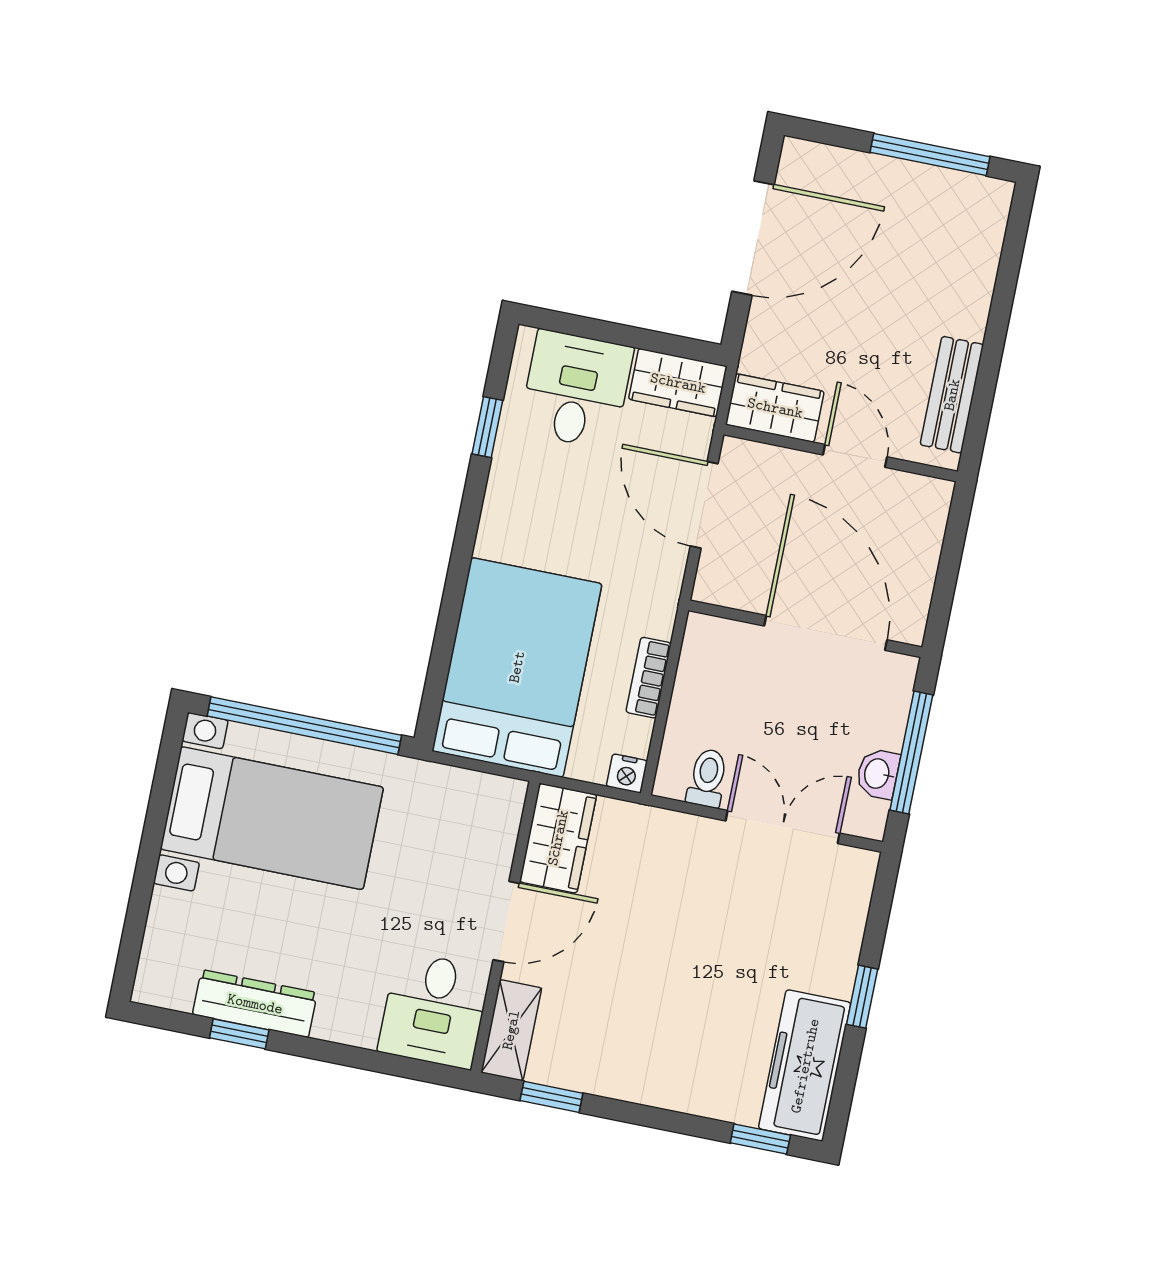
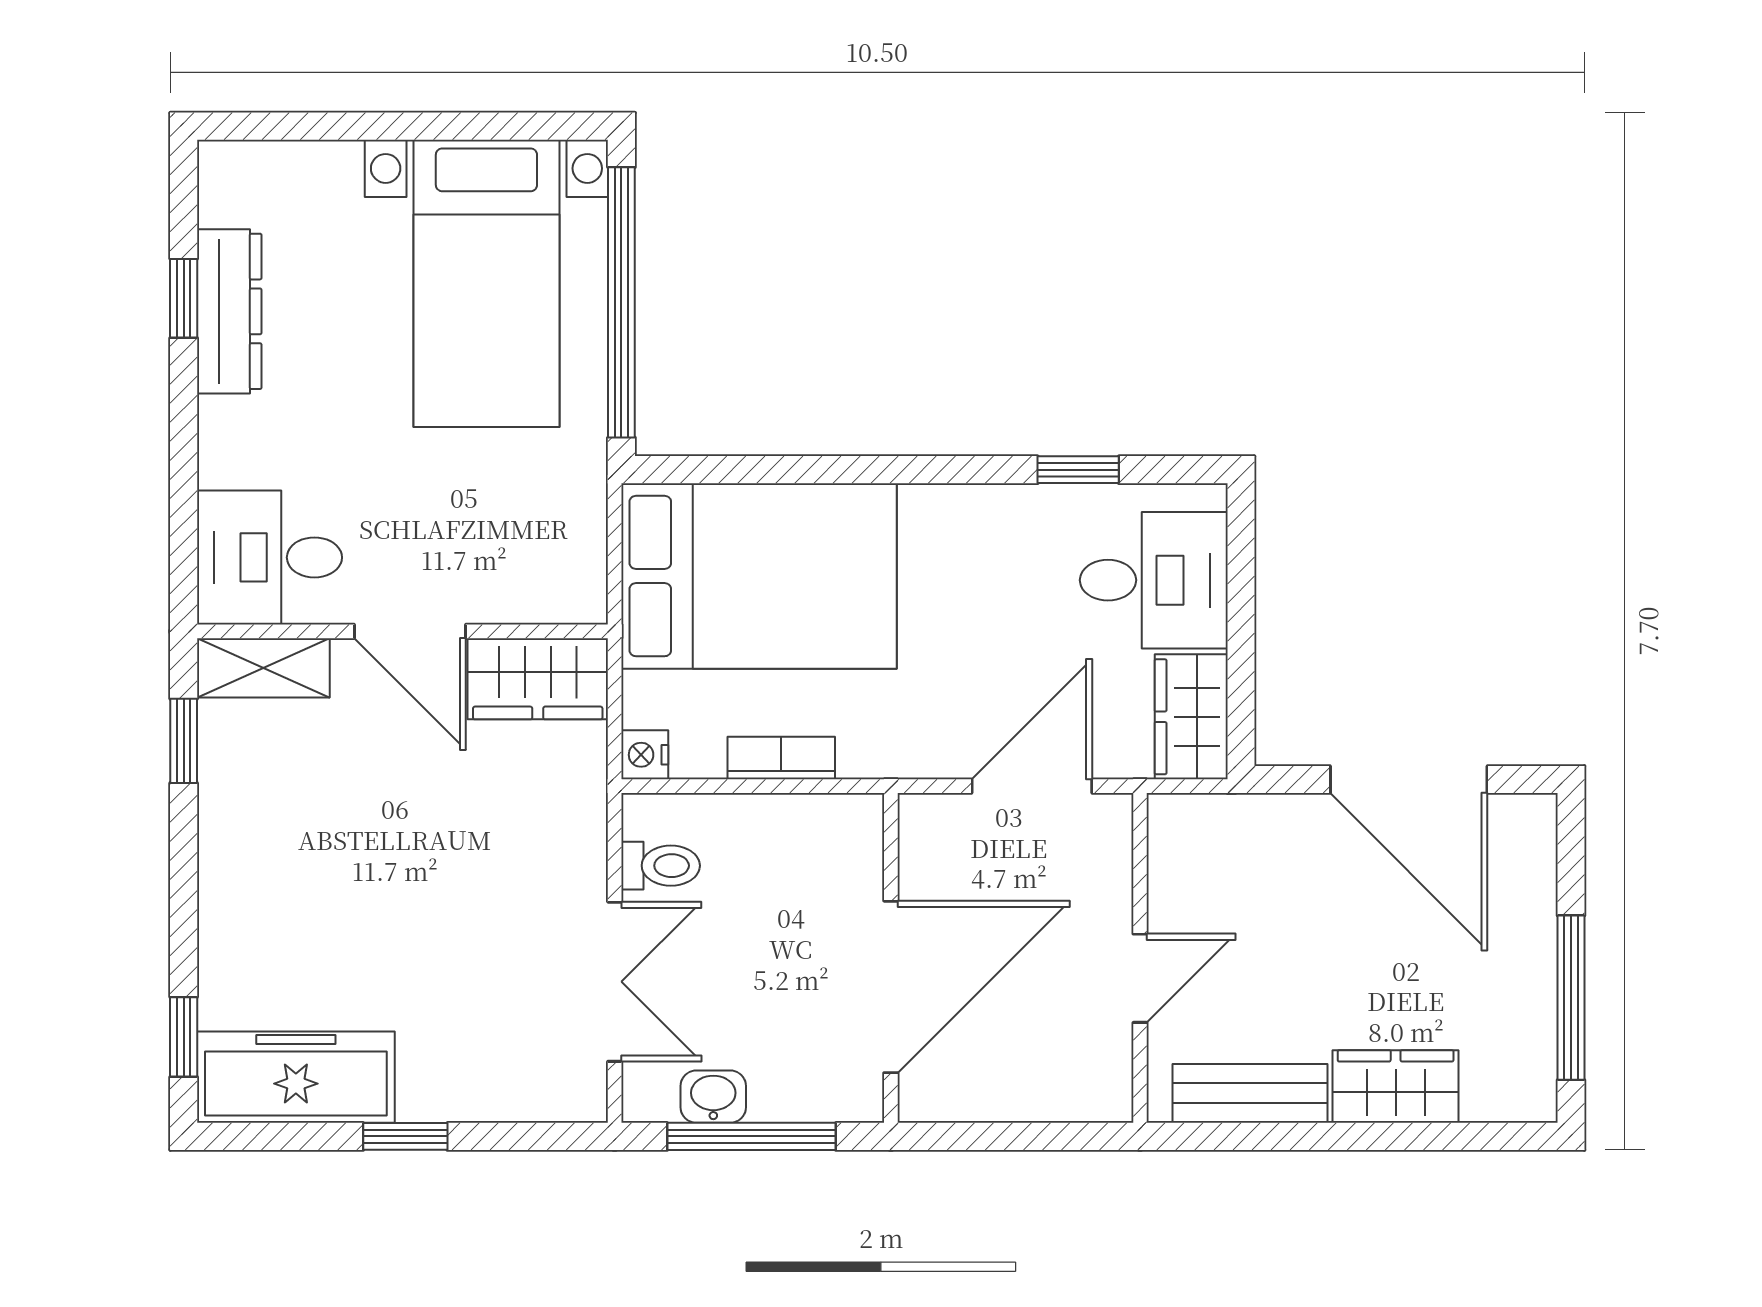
wardrobe: (775, 408) -> (1396, 1086), moved, turned -90

